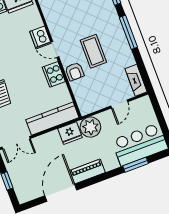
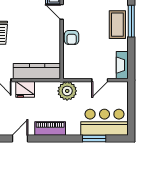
coffee table: (93, 51) -> (117, 25), moved
cooker: (54, 74) -> (53, 33), removed
fridge: (70, 133) -> (25, 89), moved
door: (61, 193) -> (20, 138), width x0.53

